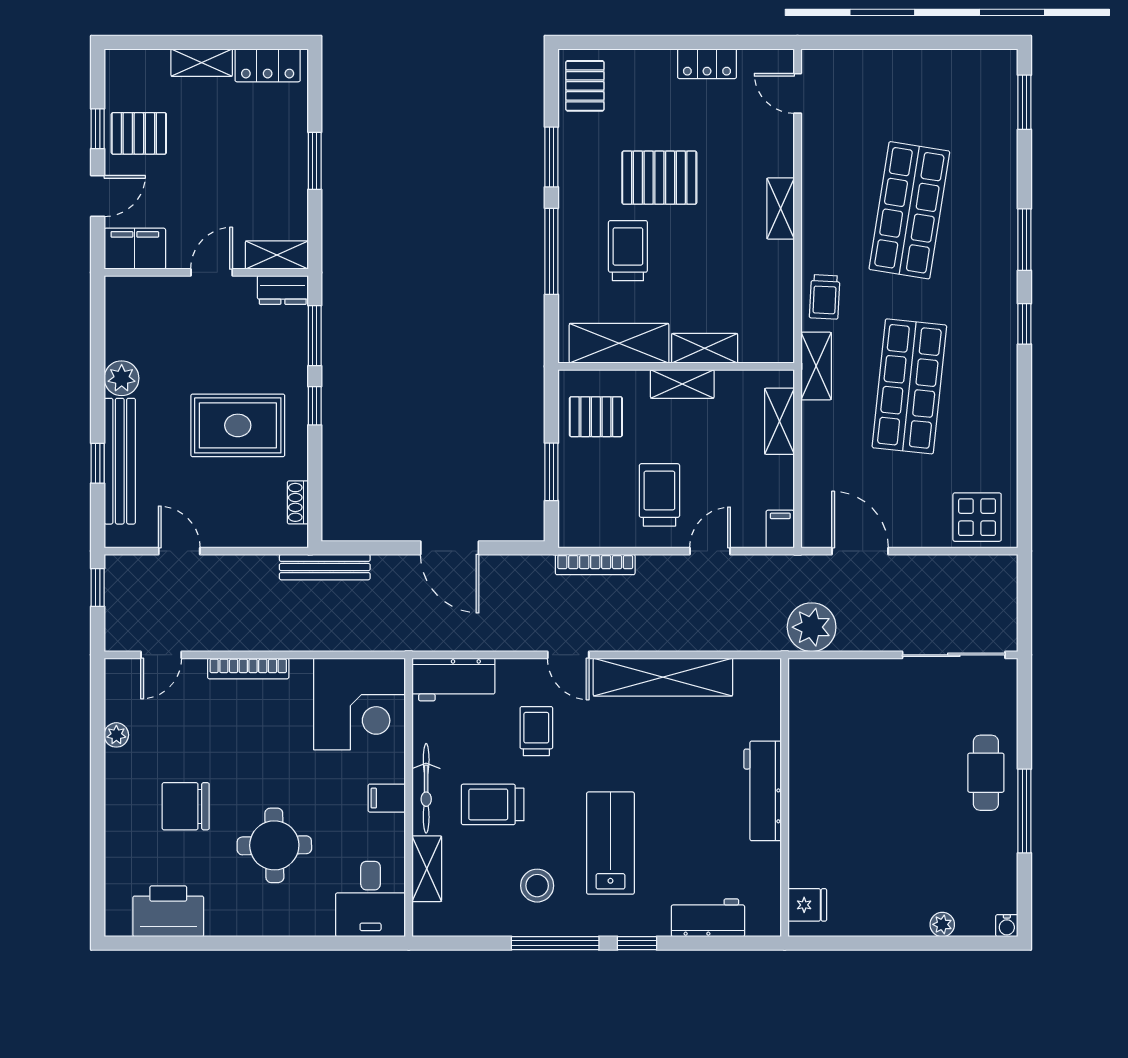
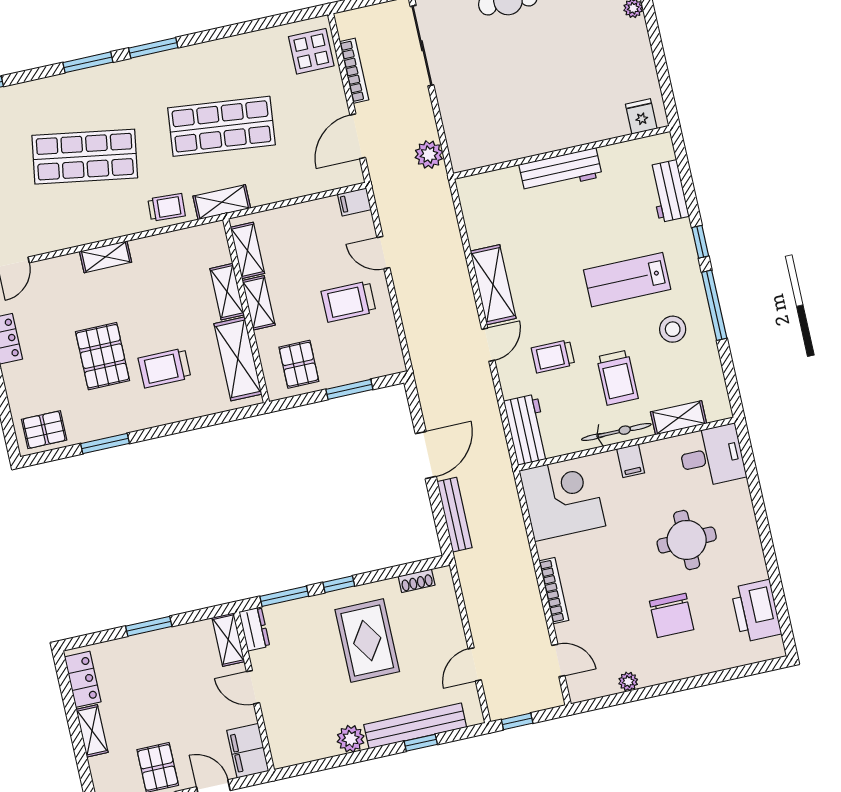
window: (551, 251) -> (178, 427), removed
window: (1024, 324) -> (153, 48), width x1.50
shelving: (779, 421) -> (247, 250), moved, turned 90
bookcase: (595, 565) -> (354, 71), moved
bench: (325, 567) -> (455, 515), moved
plant: (812, 627) -> (429, 155), width x0.73, depth x0.73
shelving: (663, 677) -> (493, 285), width x0.68

